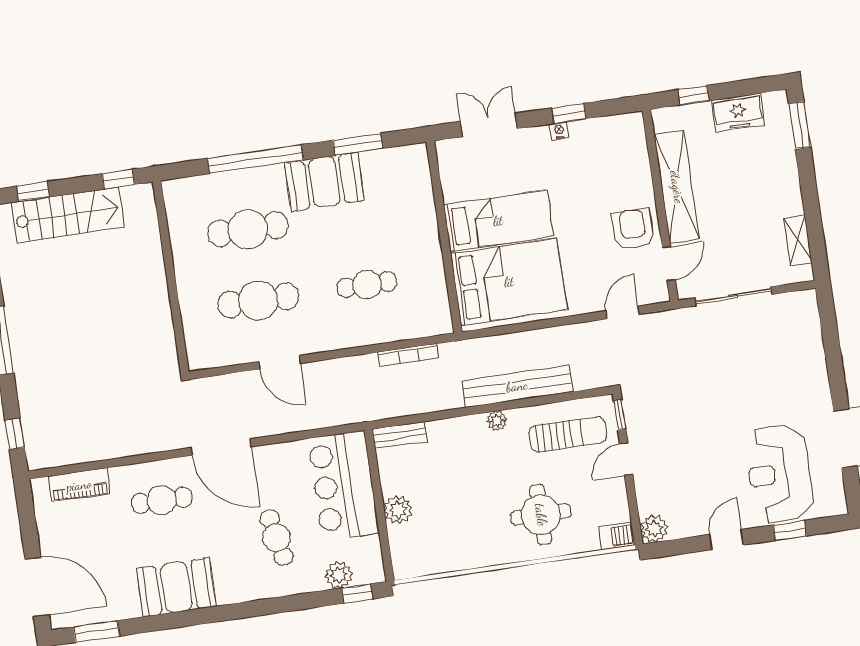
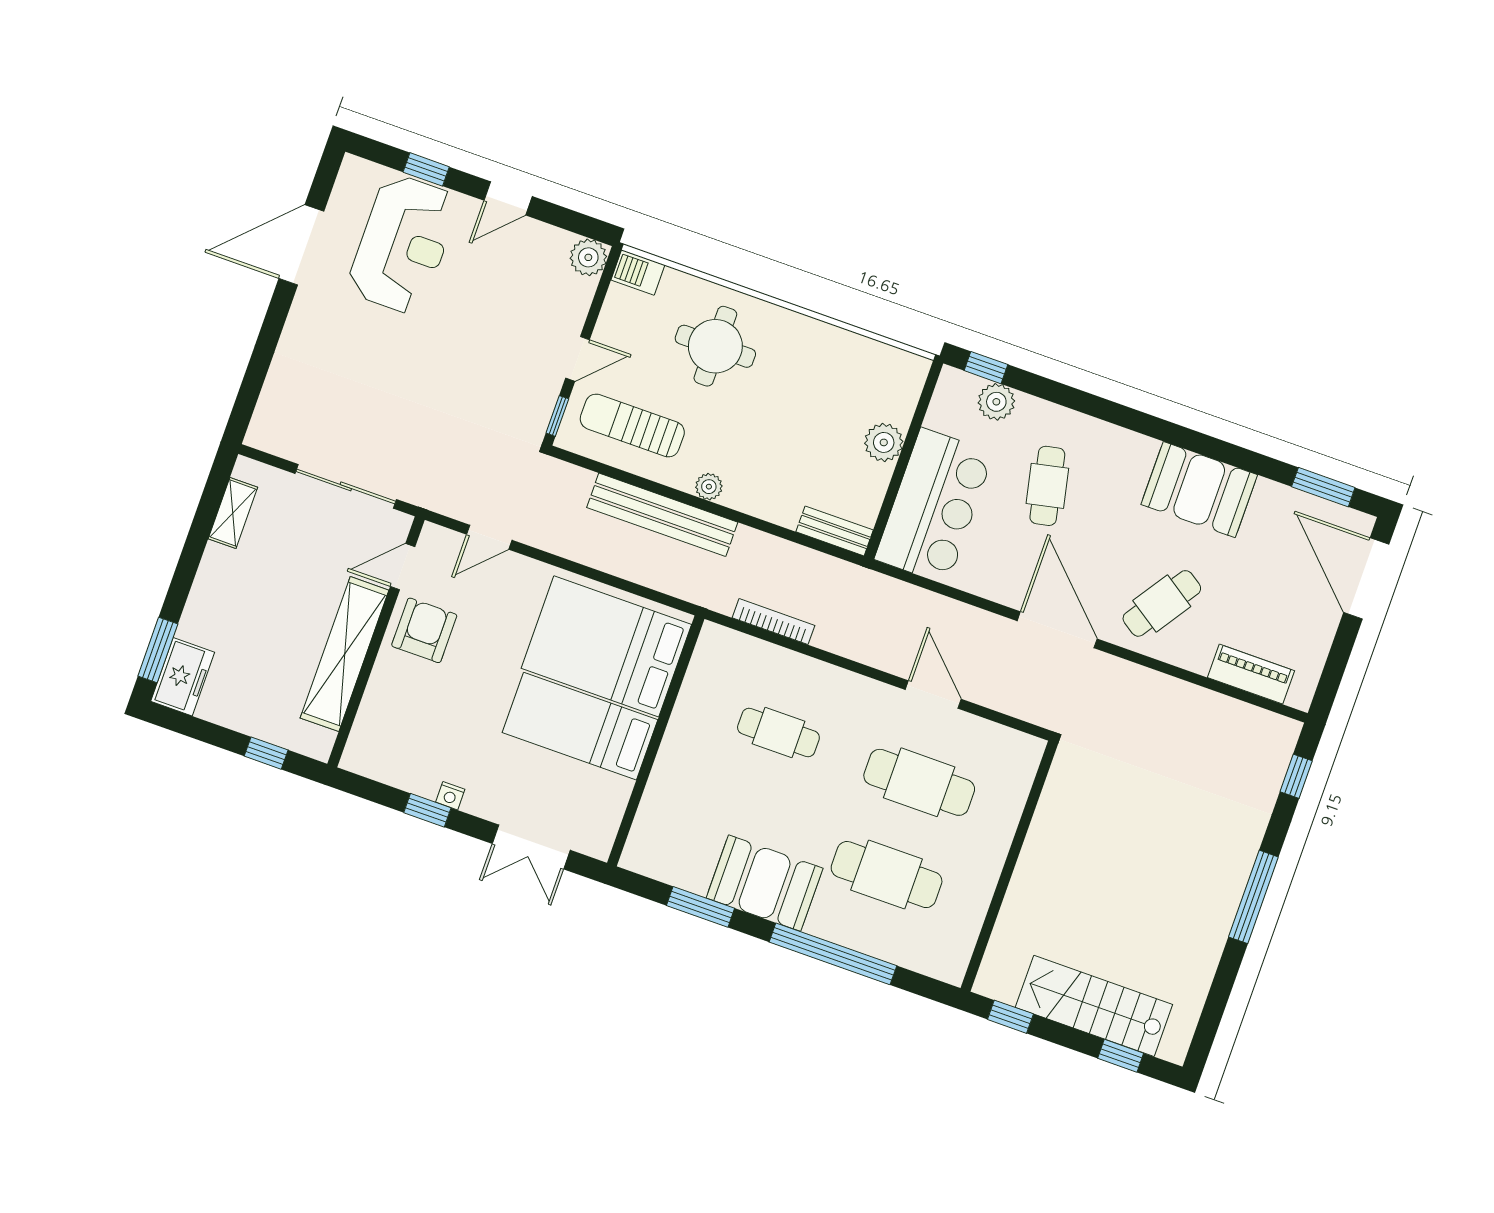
freezer: (738, 113) -> (183, 677), moved, turned 90
armchair: (633, 229) -> (424, 630), turned 180
cafe table: (162, 500) -> (1162, 603), turned -56

